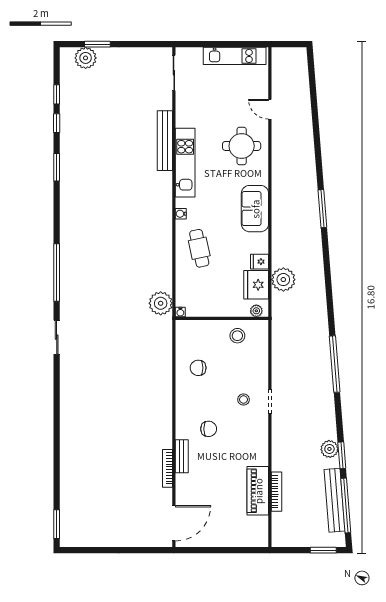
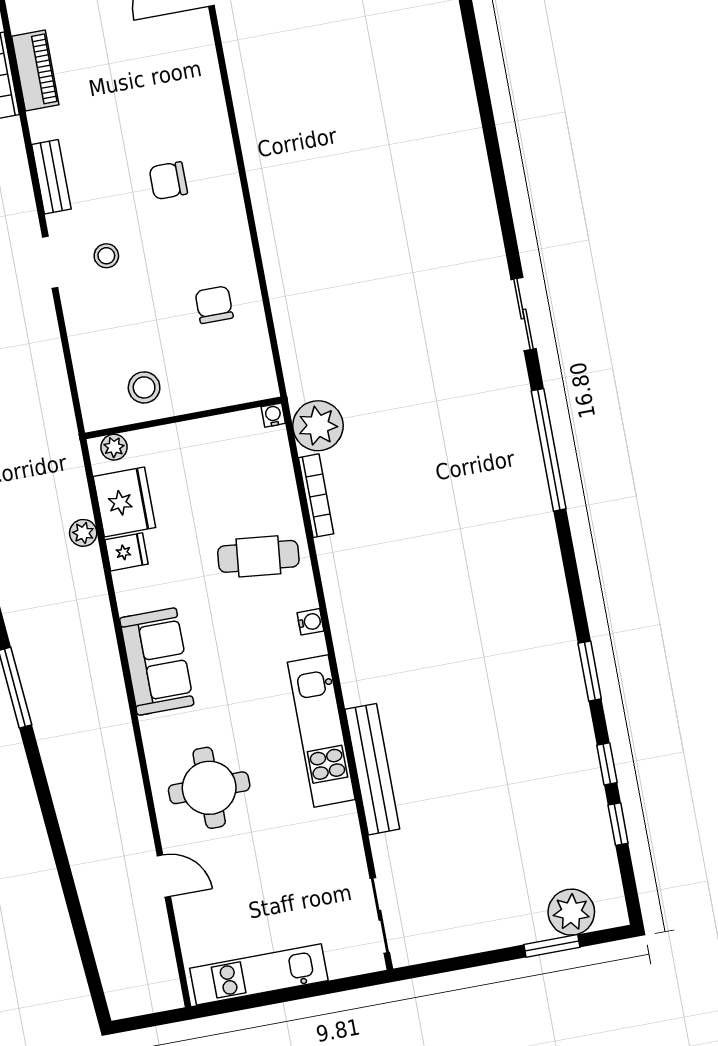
cafe table: (199, 248) -> (258, 556), turned -72
plant: (283, 280) -> (83, 533), width x0.53, depth x0.53
chair: (198, 368) -> (214, 305), turned -90
bench: (182, 456) -> (51, 177), moved
bookcase: (168, 468) -> (316, 496), moved
piano: (258, 491) -> (35, 71), width x0.73, depth x0.75

